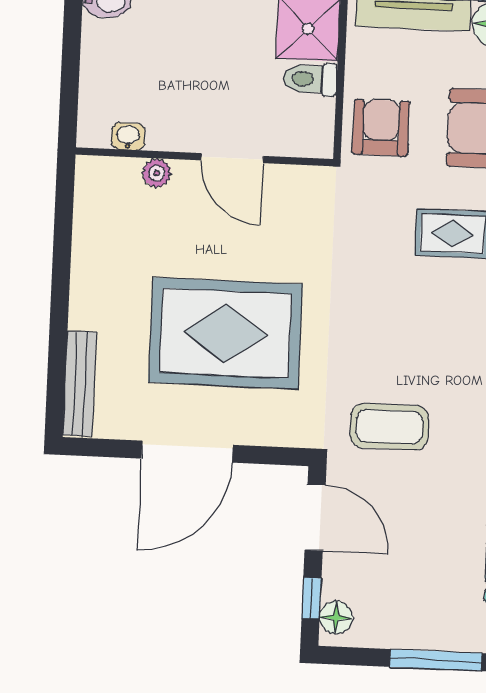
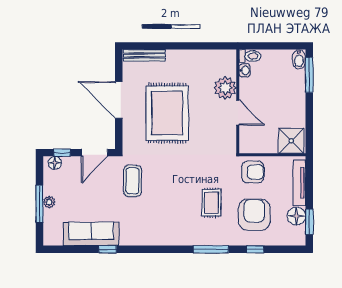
toilet: (310, 79) -> (250, 56), moved, turned 90
door: (232, 158) -> (238, 113), swing flipped
plant: (157, 173) -> (225, 88), width x1.87, depth x1.87
plant: (432, 636) -> (49, 202), added

